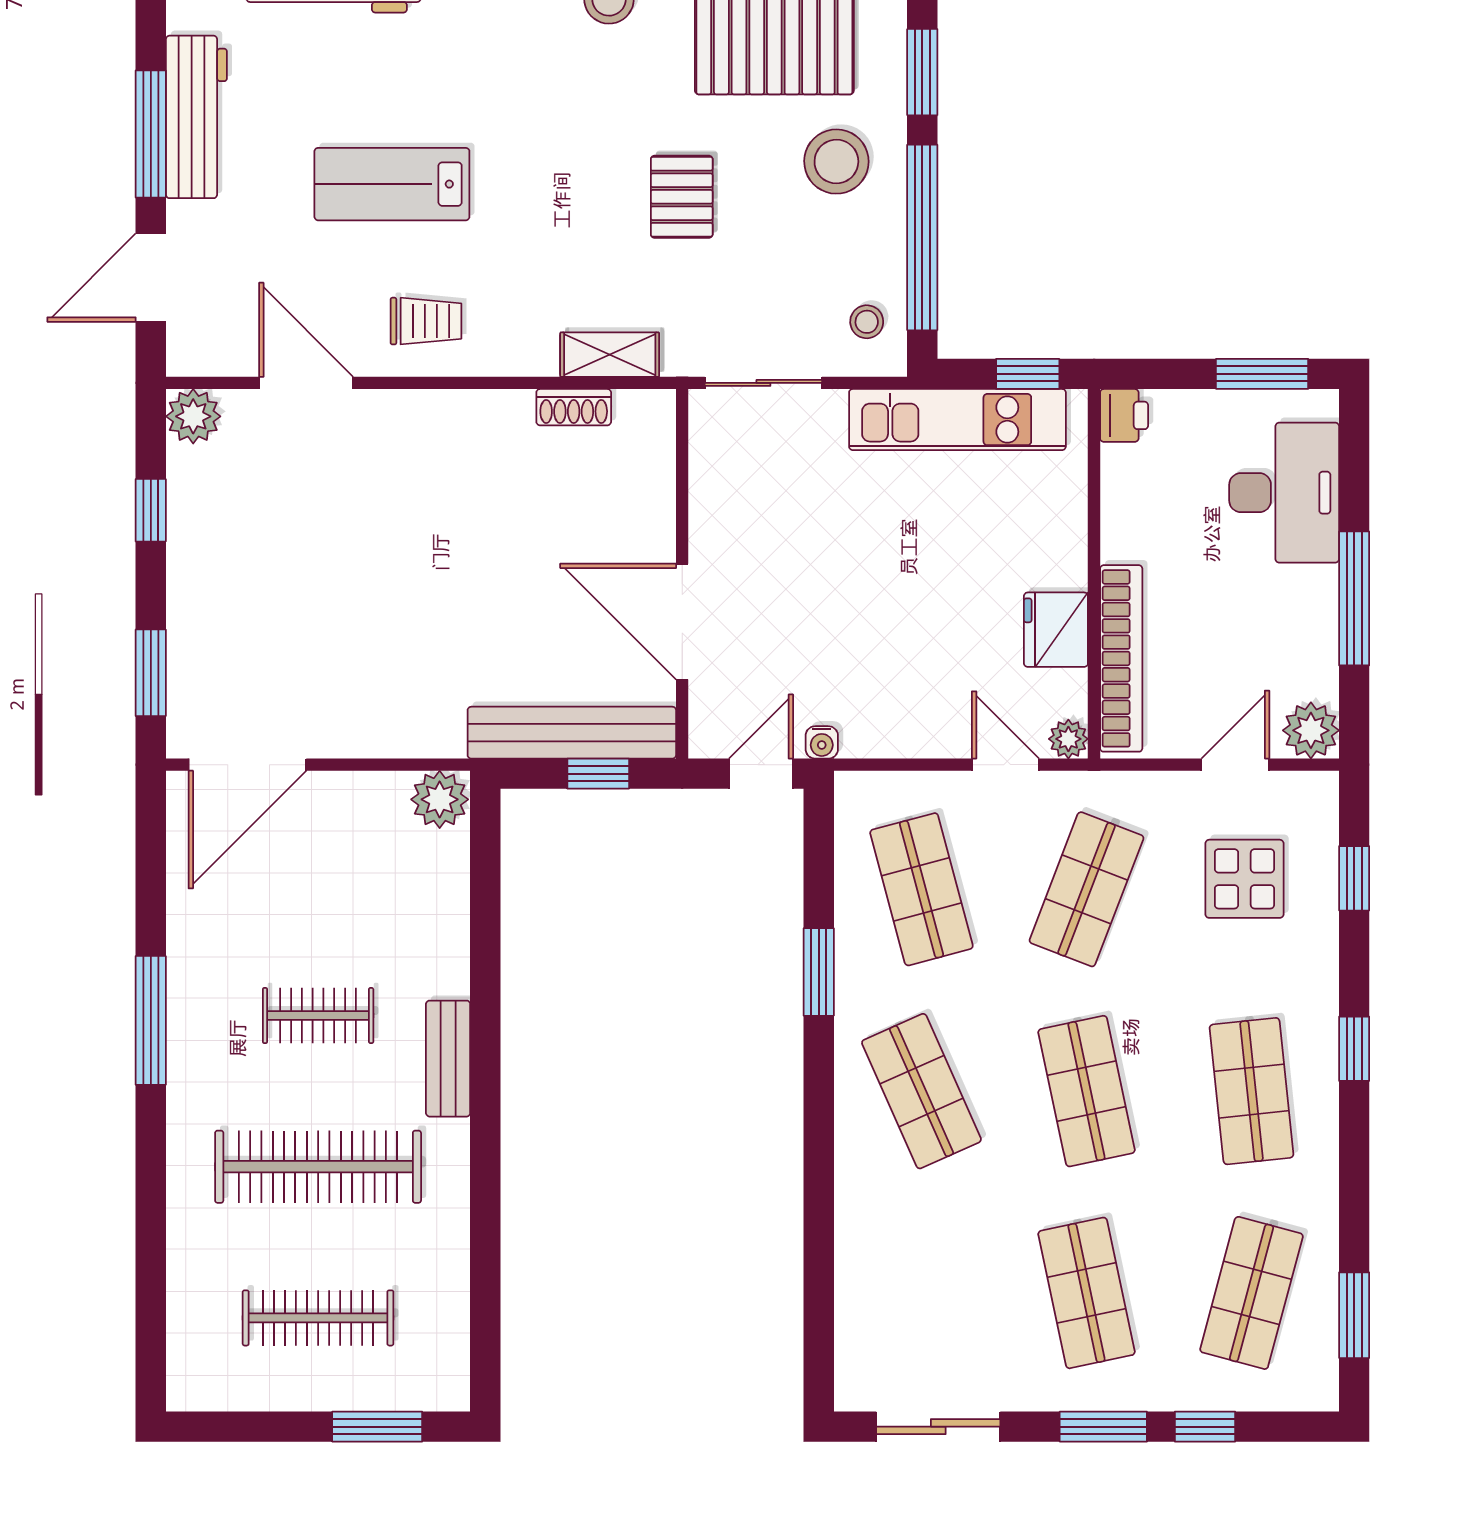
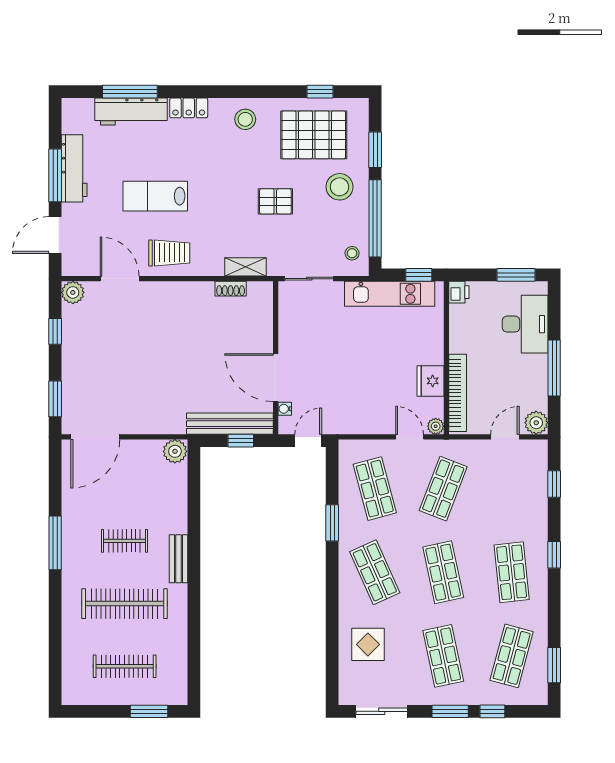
pallet: (682, 197) -> (275, 201), turned 90
trolley: (426, 321) -> (169, 253), width x1.36, depth x1.39
water cooler: (822, 742) -> (285, 409), moved, turned 90
display table: (1244, 879) -> (368, 644), moved

